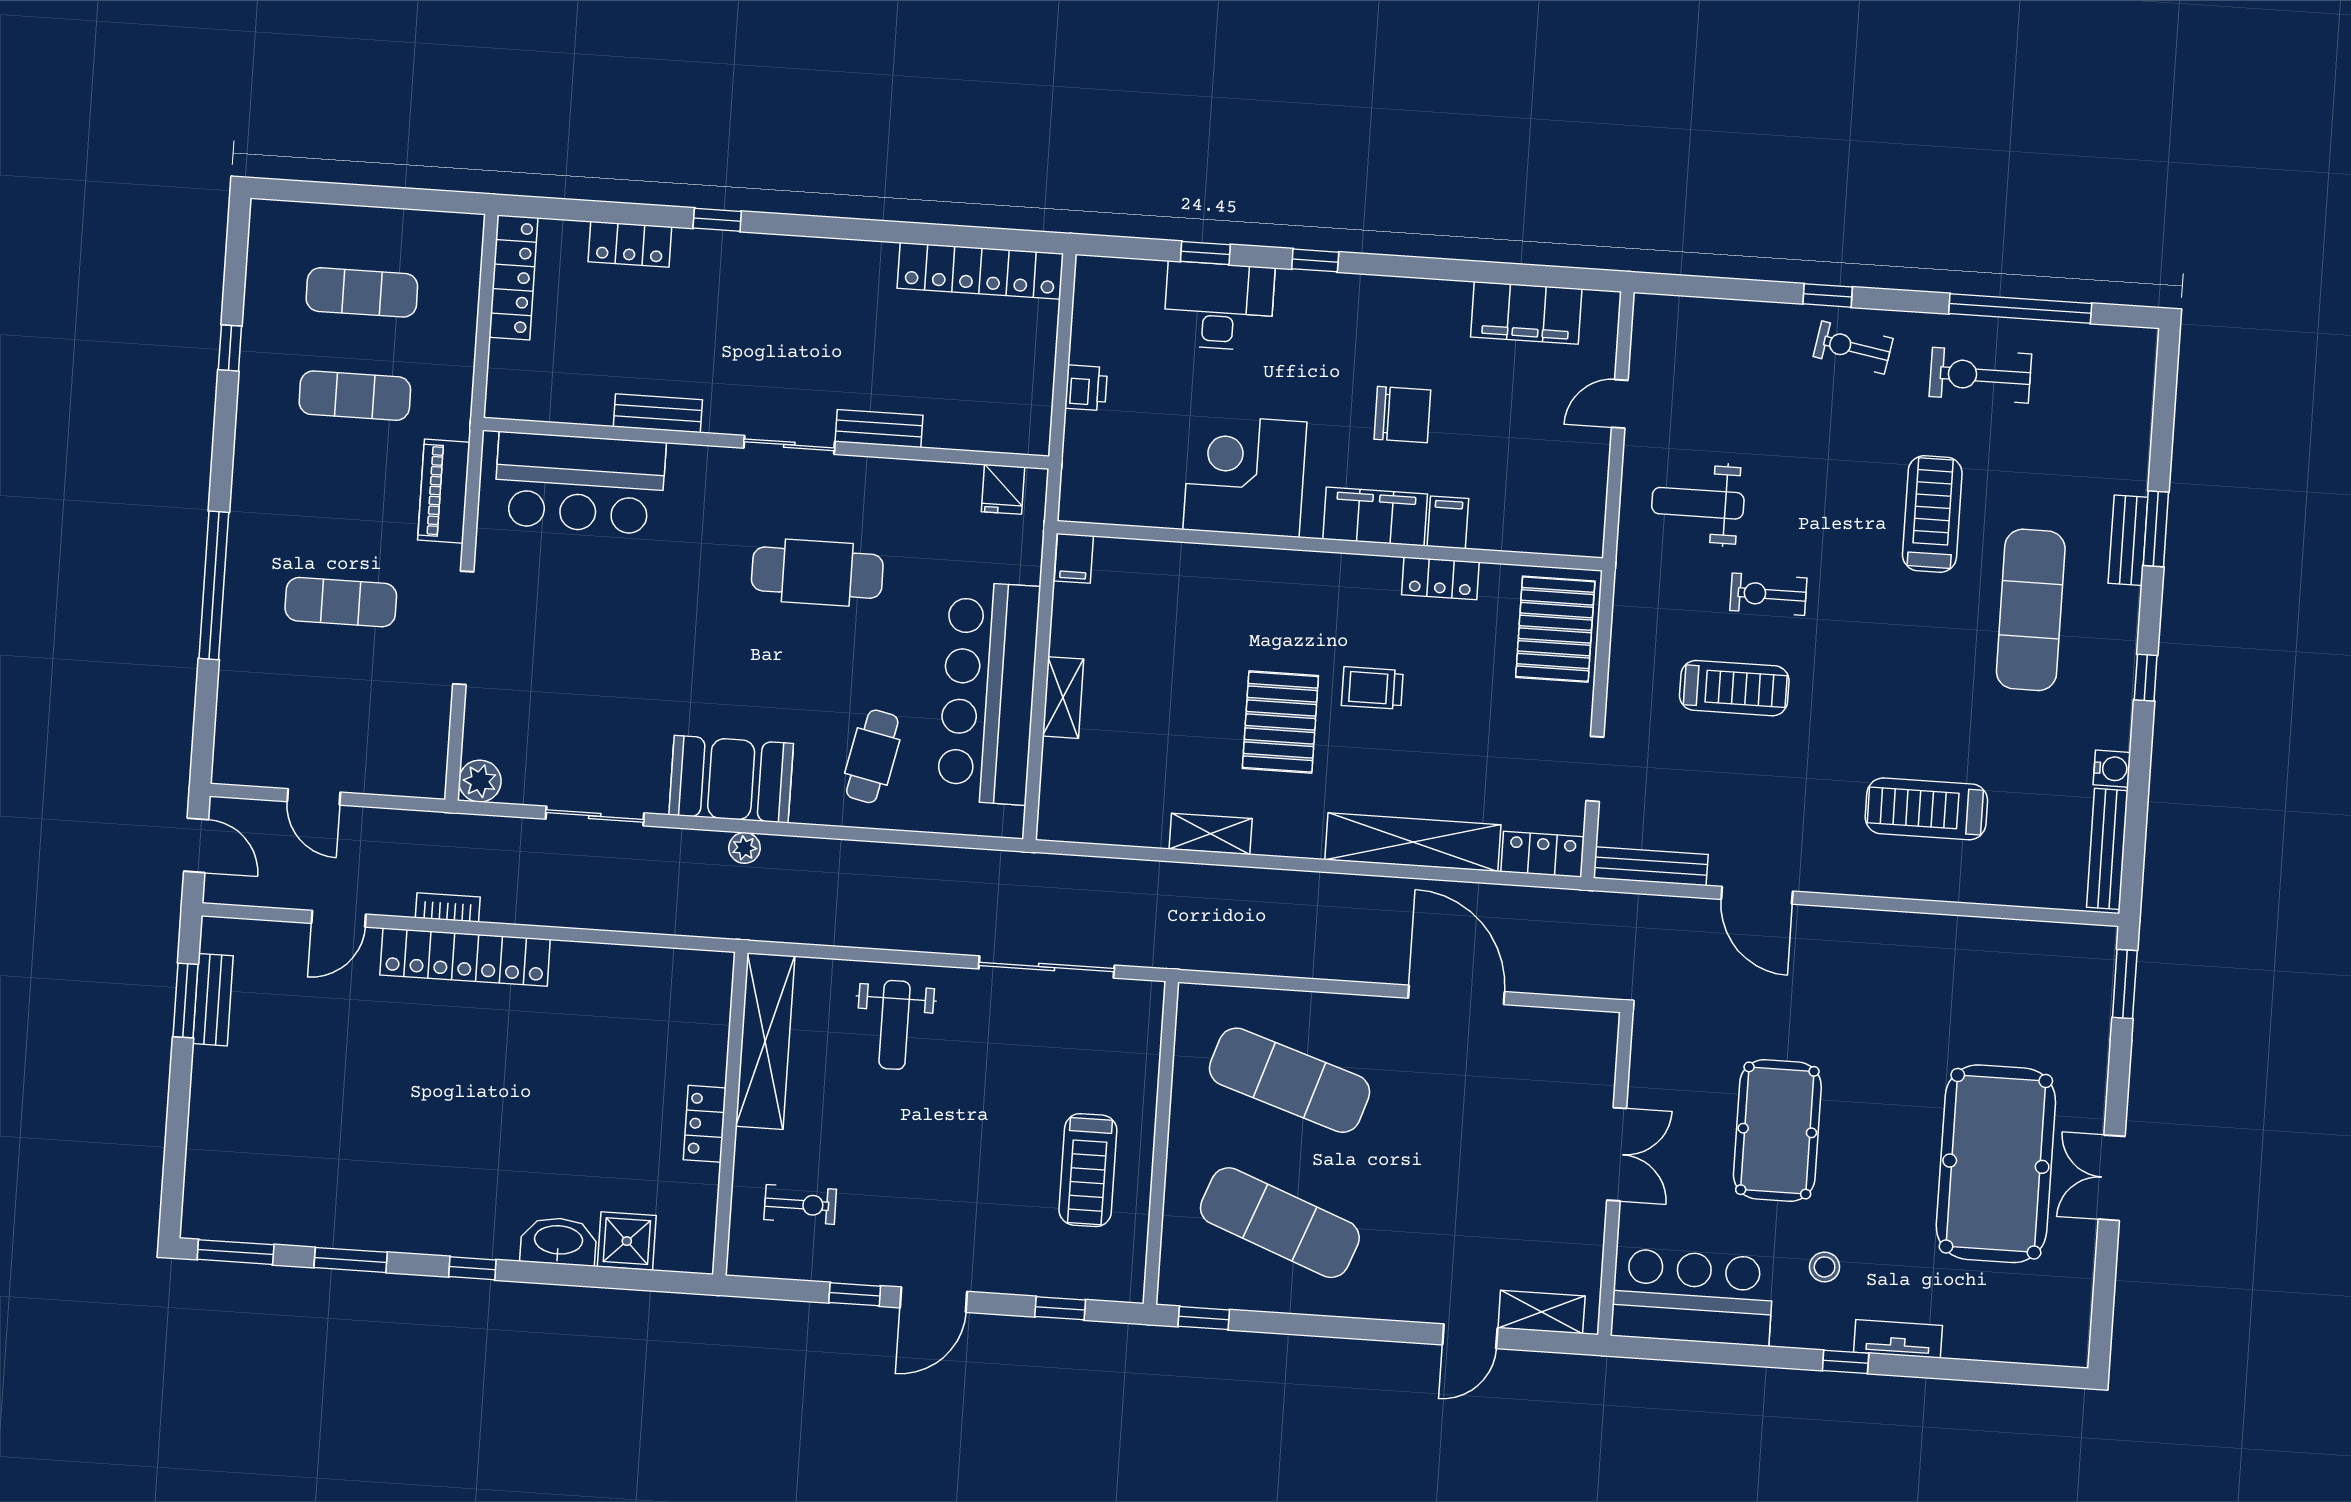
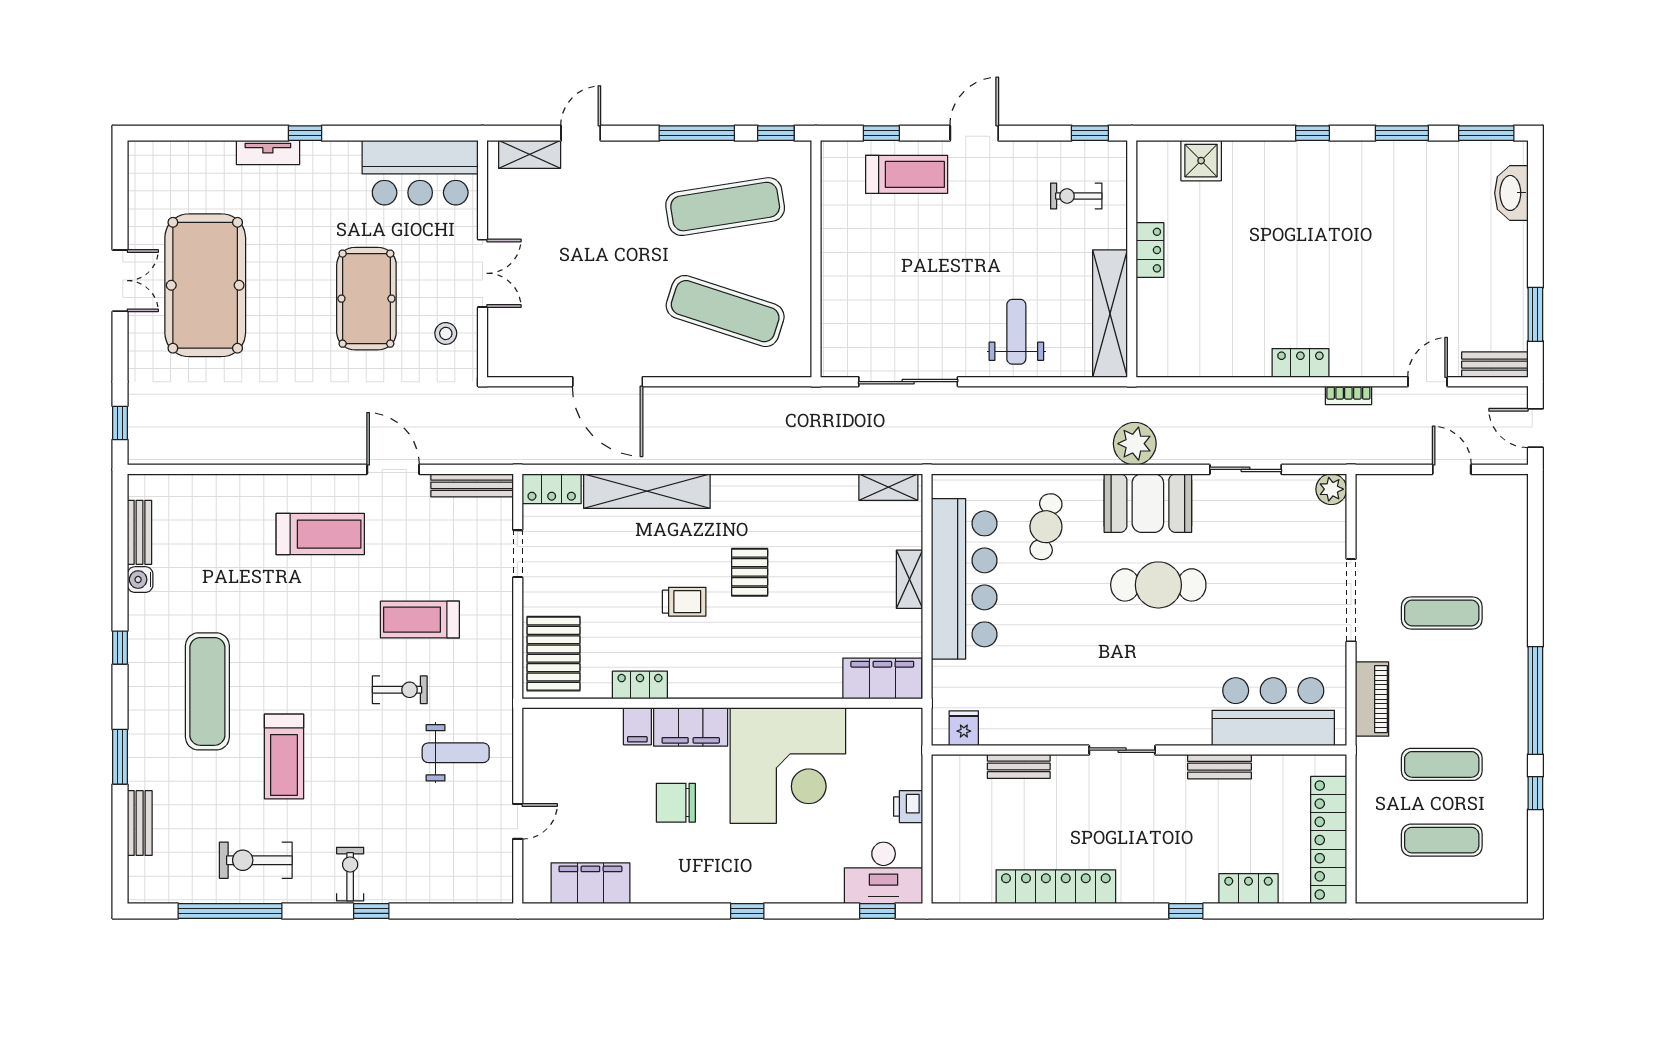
window: (1205, 253) -> (877, 911), moved
locker: (980, 271) -> (1056, 887), moved
locker: (513, 277) -> (1329, 840), width x1.41, depth x1.21
desk: (1219, 306) -> (884, 873), moved
exercise bike: (1853, 347) -> (350, 874), turned -100
exercise bike: (1980, 375) -> (256, 860), turned 180
bench: (879, 429) -> (1019, 766), moved
corner desk: (1245, 476) -> (788, 766), width x1.36, depth x1.36
bench: (2128, 540) -> (140, 823), moved
filing cabinet: (1074, 558) -> (882, 678), width x3.00, depth x1.17
cafe table: (817, 573) -> (1158, 585), moved
window: (214, 585) -> (1535, 700), moved
pallet: (1280, 722) -> (750, 572), width x0.67, depth x0.71
treadmill: (1926, 809) -> (320, 534), moved
shelving: (1211, 834) -> (888, 487), moved
plant: (744, 848) -> (1135, 444), width x1.88, depth x1.88
bench: (2107, 849) -> (140, 532), width x0.73
locker: (465, 957) -> (1300, 363), width x0.46, depth x0.83
window: (2125, 984) -> (120, 423), width x0.67
bench: (213, 1000) -> (1495, 365), moved, turned 90
double door: (1617, 1154) -> (483, 273), swing flipped
treadmill: (1088, 1170) -> (907, 174), moved, turned 90
exercise mat: (1280, 1223) -> (725, 207), turned -30
washbasin: (558, 1241) -> (1511, 193), moved, turned 90
stool: (1825, 1267) -> (446, 333), moved
window: (855, 1294) -> (1090, 133), moved
window: (1312, 1325) -> (697, 133), added

